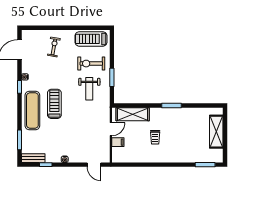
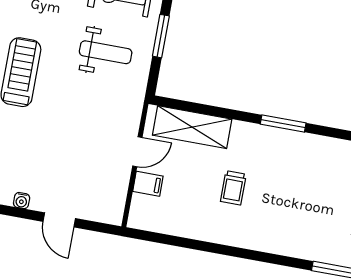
weight bench: (89, 89) -> (106, 52), turned -90
door: (94, 165) -> (59, 220), moved

